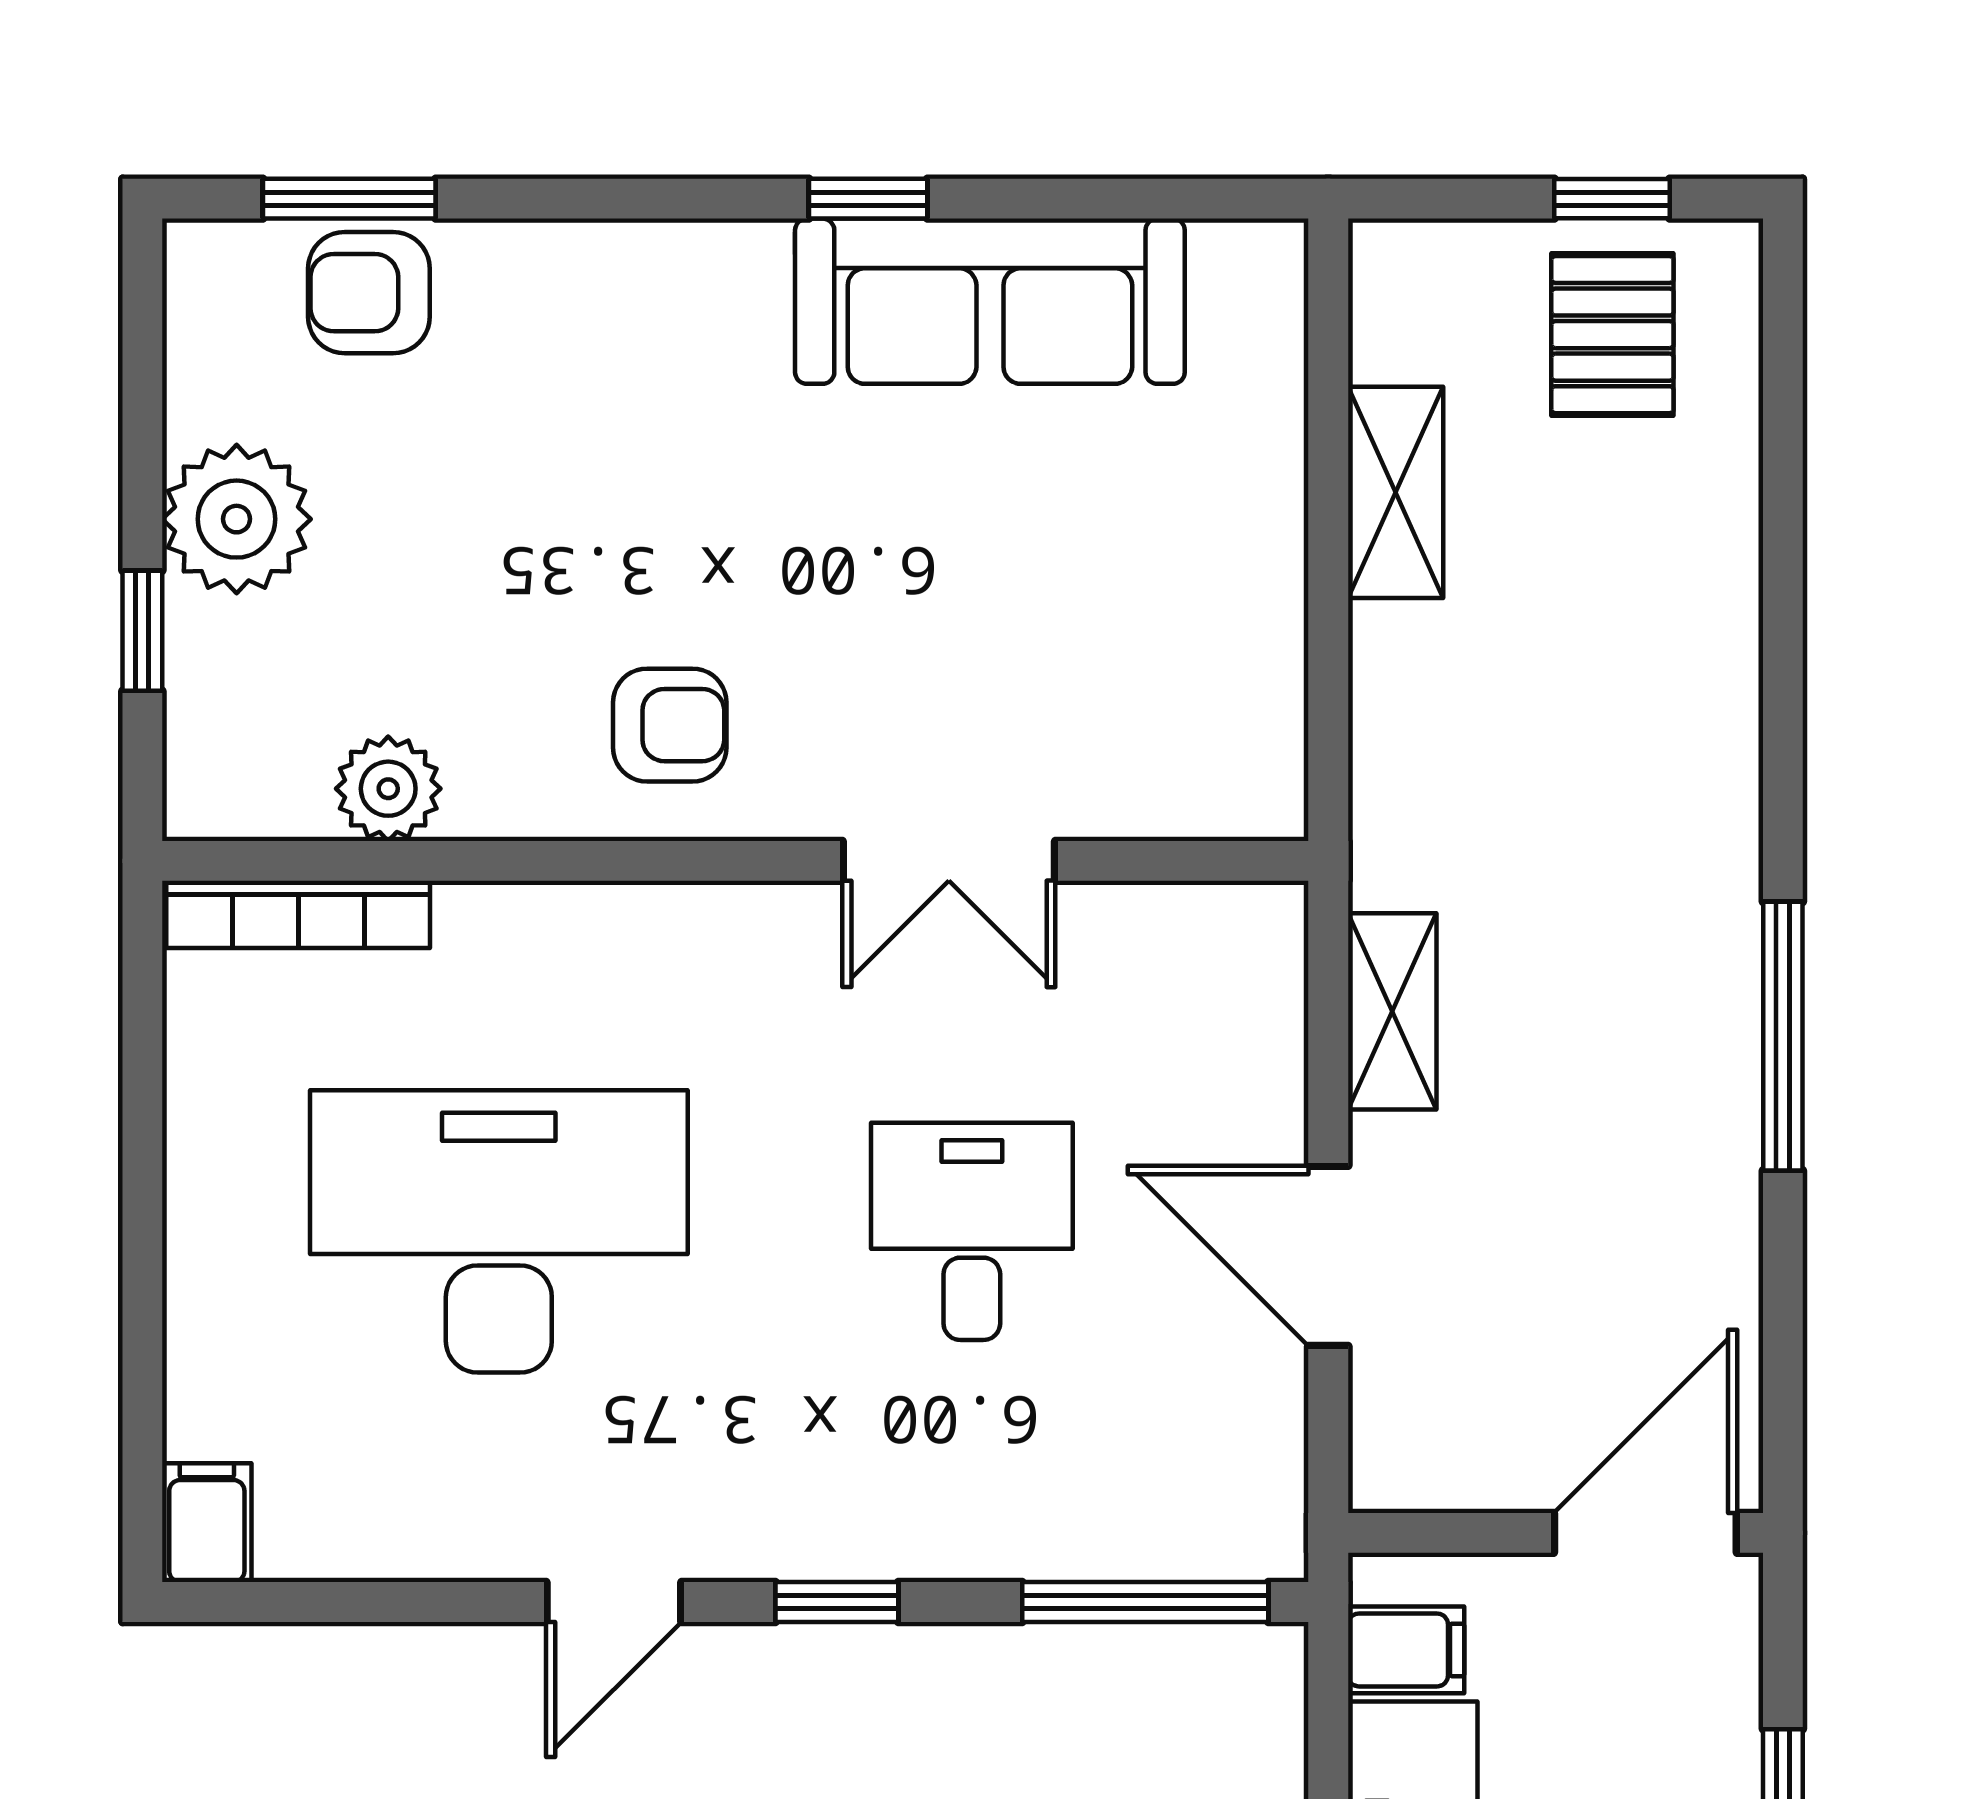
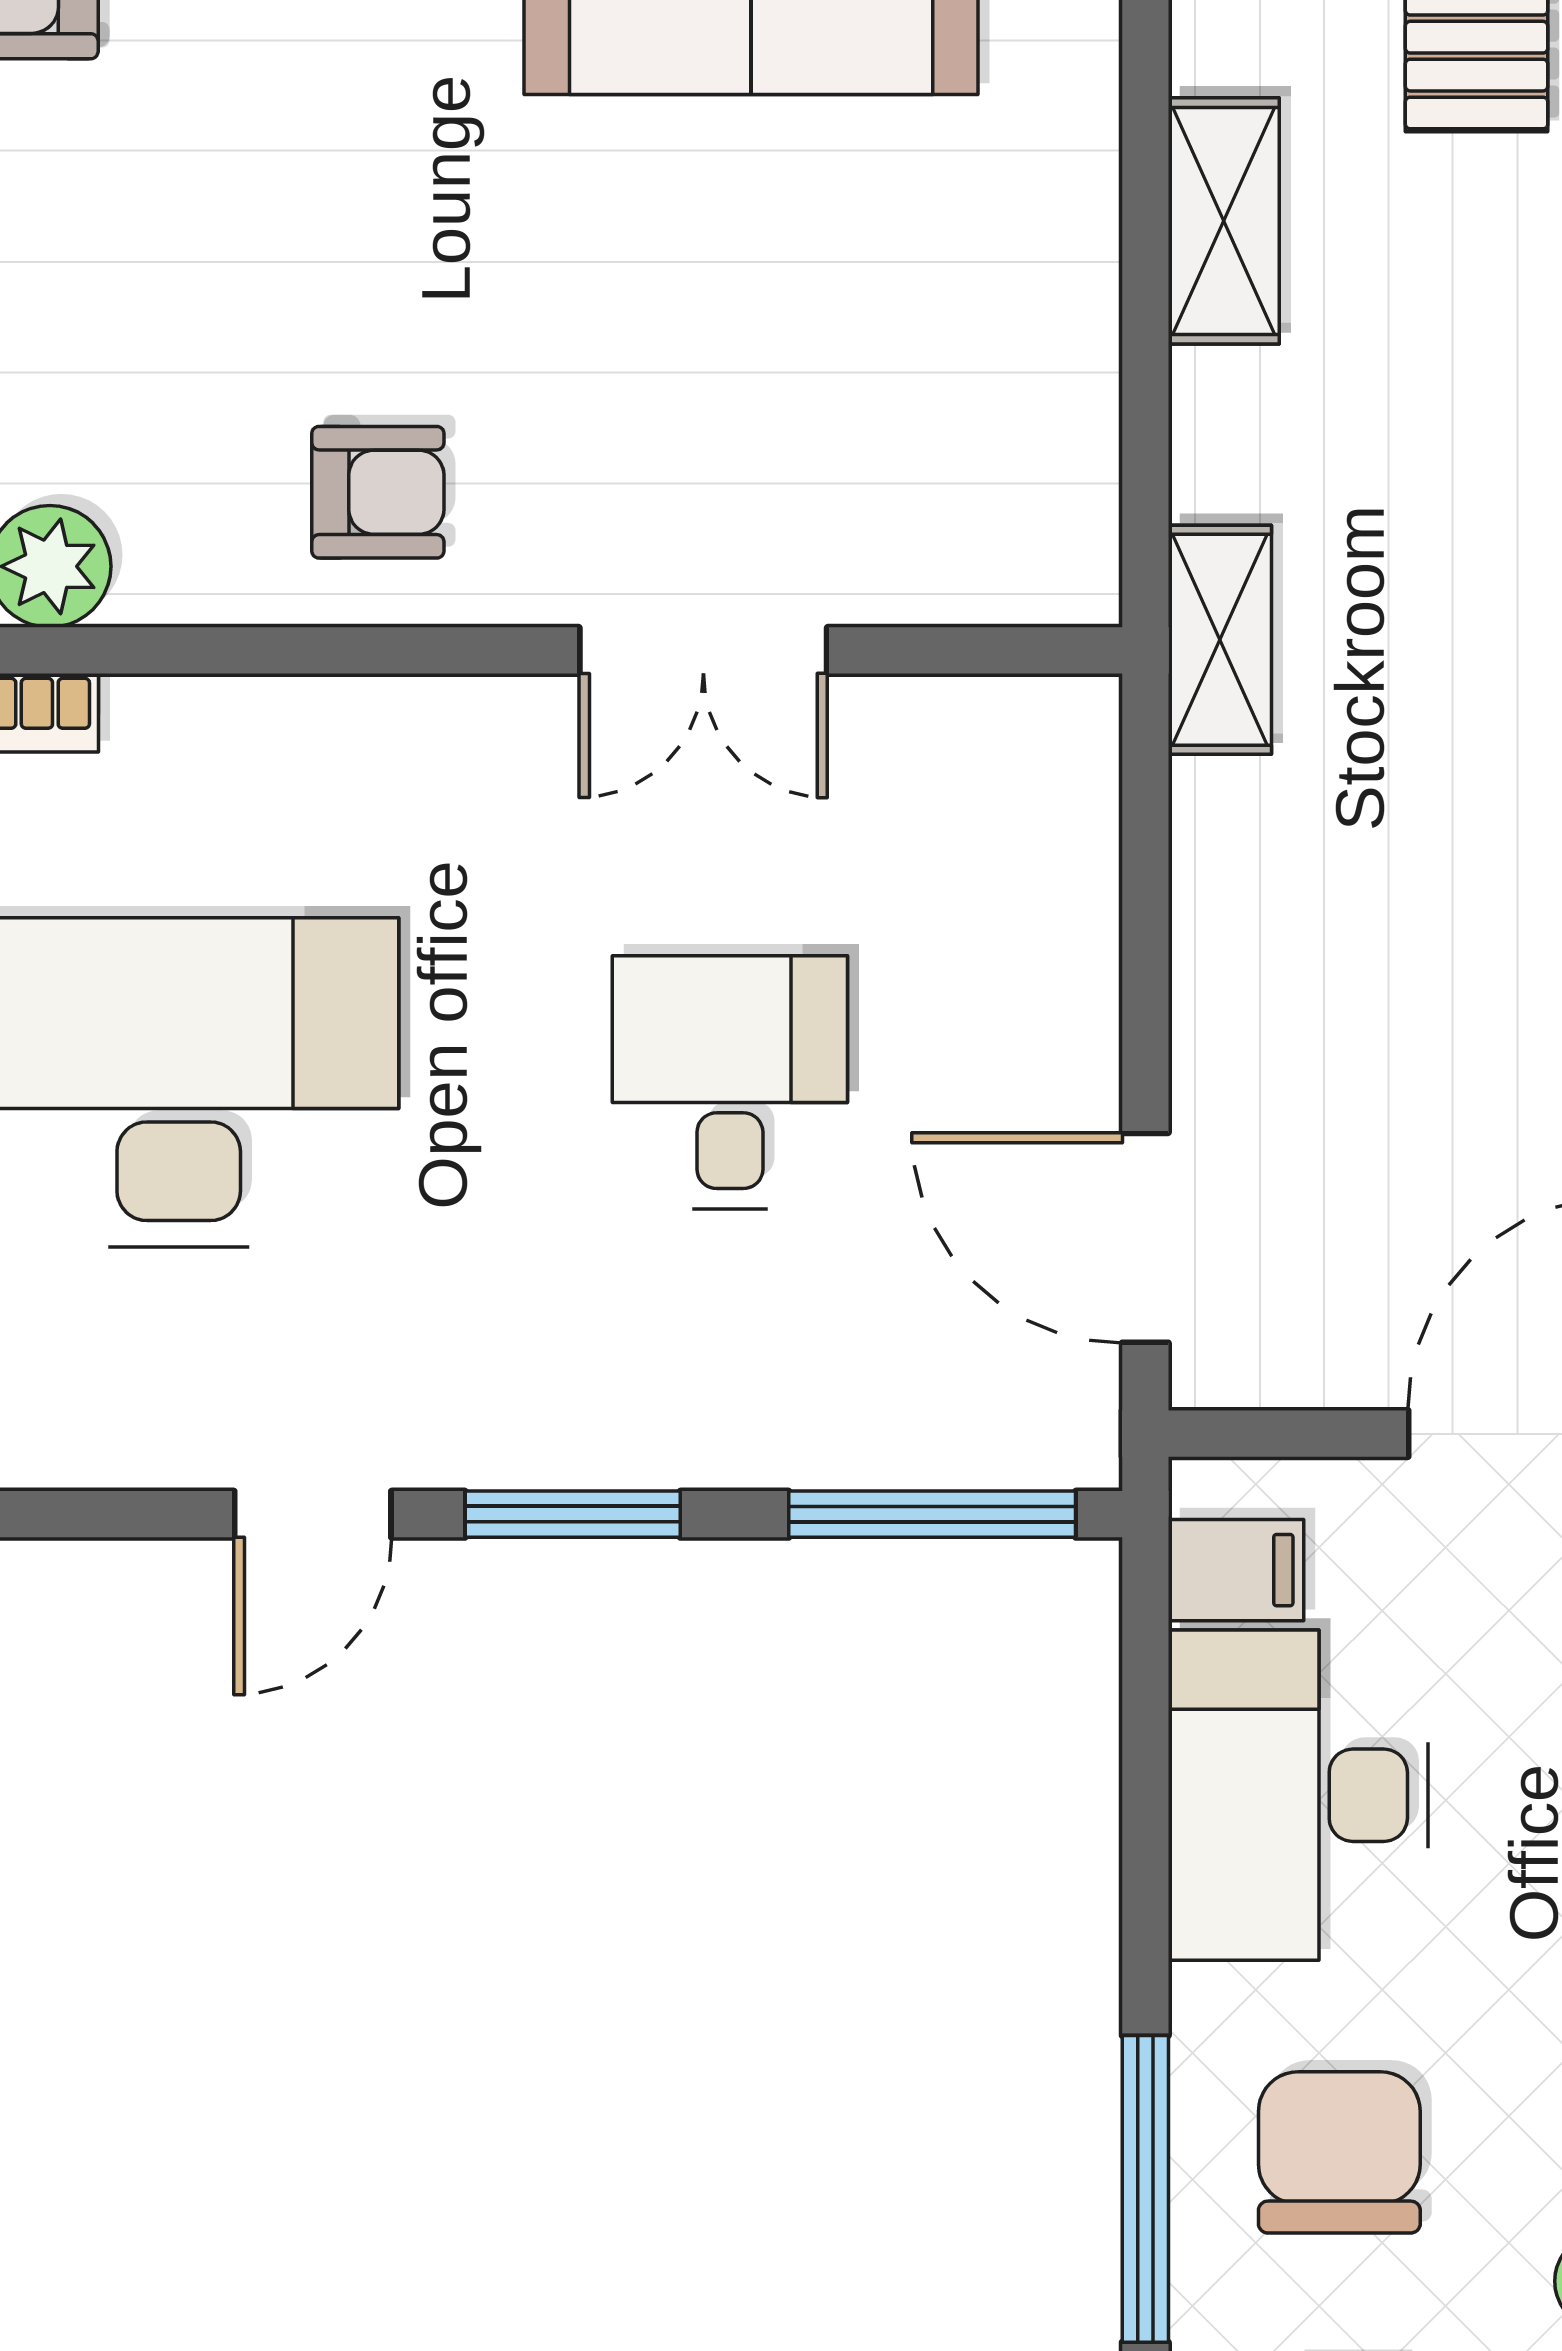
shelving: (1392, 1011) -> (1220, 640), moved
door: (1328, 1256) -> (1145, 1238), moved
window: (837, 1602) -> (573, 1514), width x1.50

